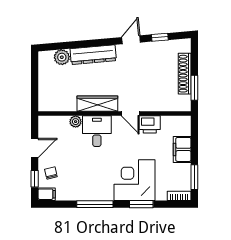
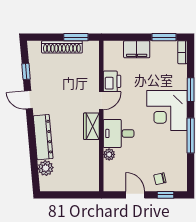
wardrobe: (97, 104) -> (91, 126), width x0.67
corner desk: (134, 180) -> (167, 110), moved
filing cabinet: (47, 194) -> (181, 183), removed

